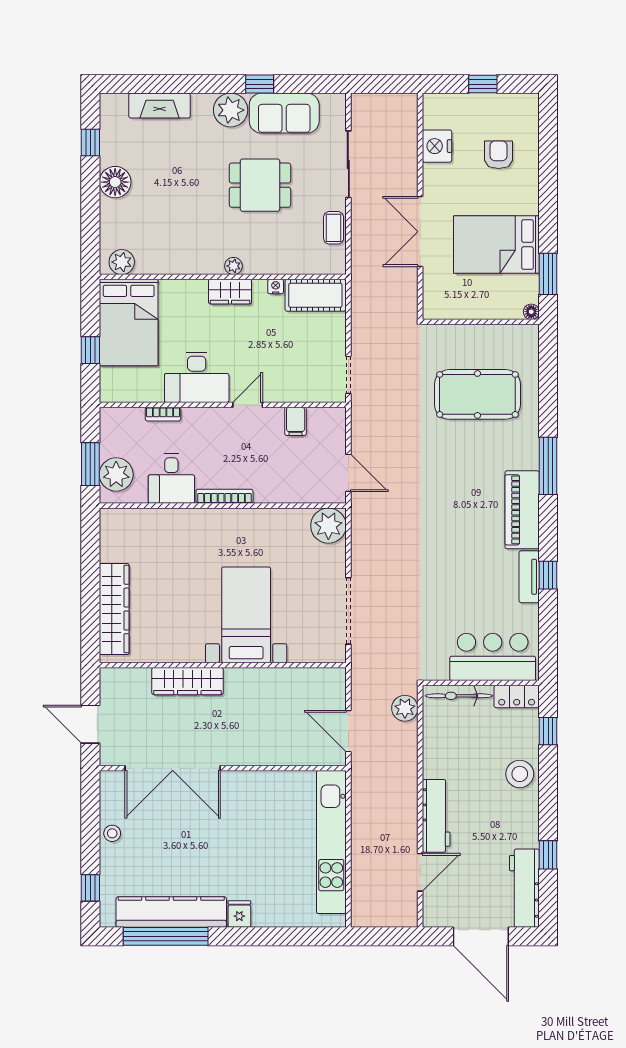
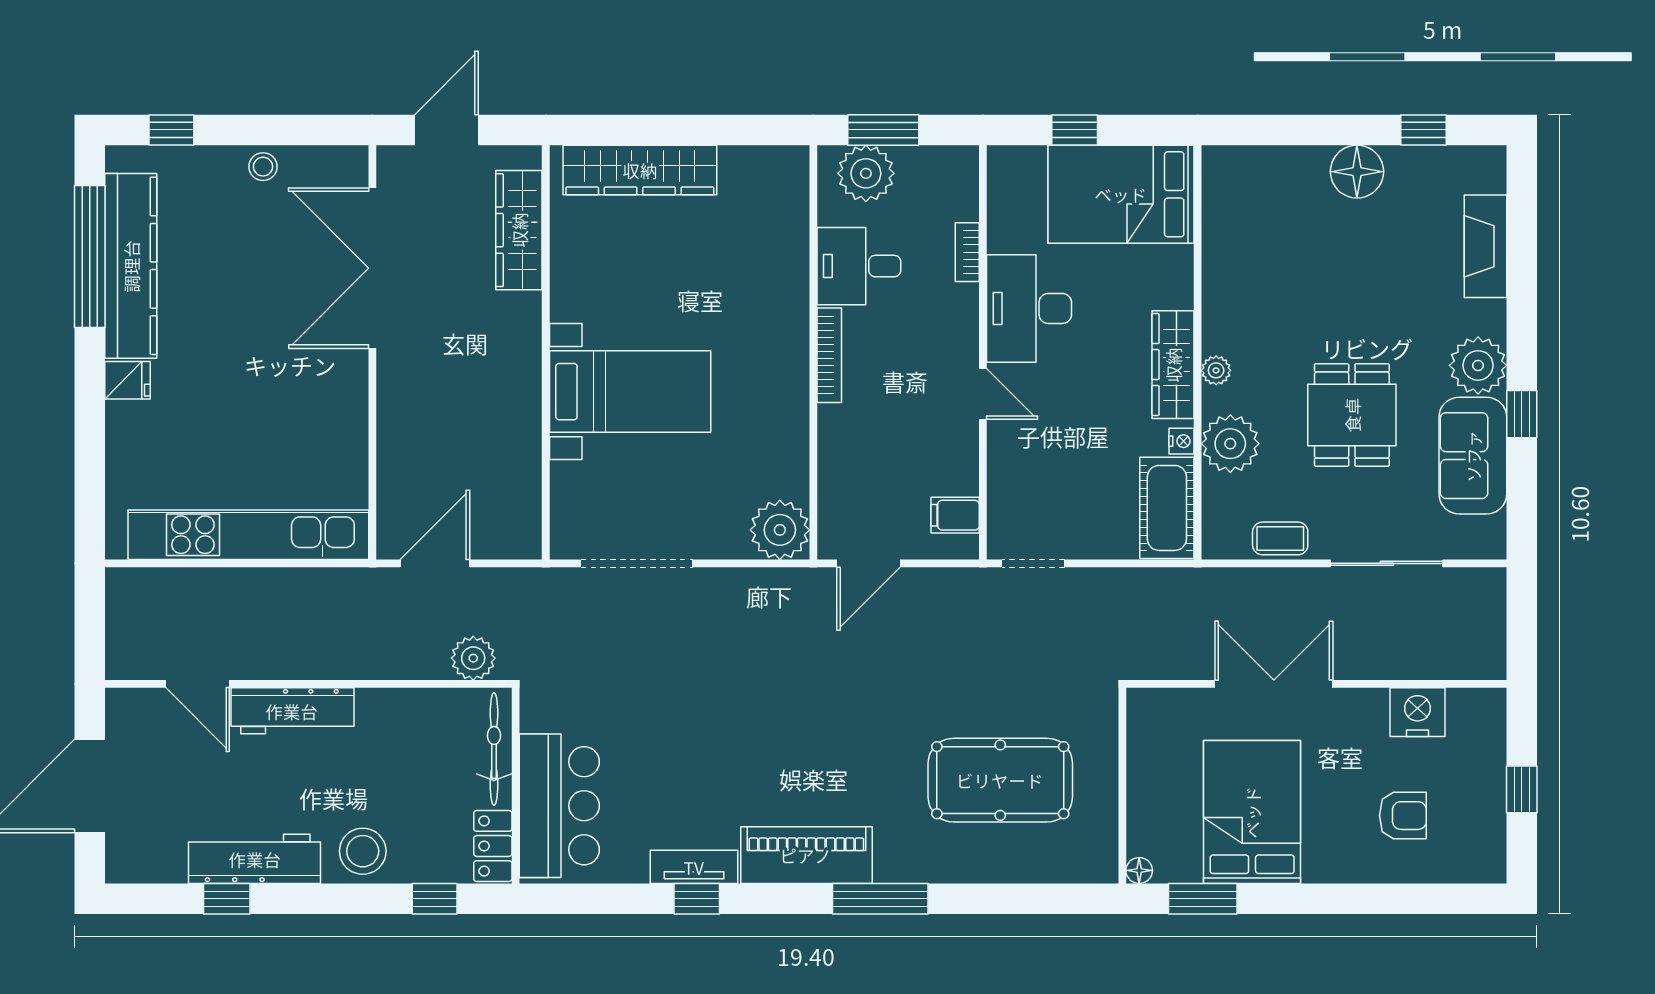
plant: (122, 262) -> (1230, 444), moved, width x1.36, depth x1.36
wardrobe: (230, 292) -> (1173, 365), width x1.50
pool table: (477, 394) -> (1000, 780), turned 90
filing cabinet: (296, 421) -> (955, 515), moved
wardrobe: (187, 681) -> (519, 230), moved
workbench: (524, 888) -> (255, 859), moved

